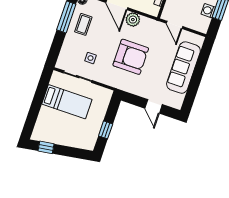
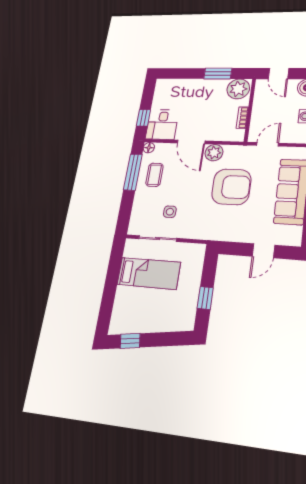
door: (174, 25) -> (268, 144), swing flipped
armchair: (131, 57) -> (231, 187), moved
door: (154, 106) -> (263, 251), hinge flipped

